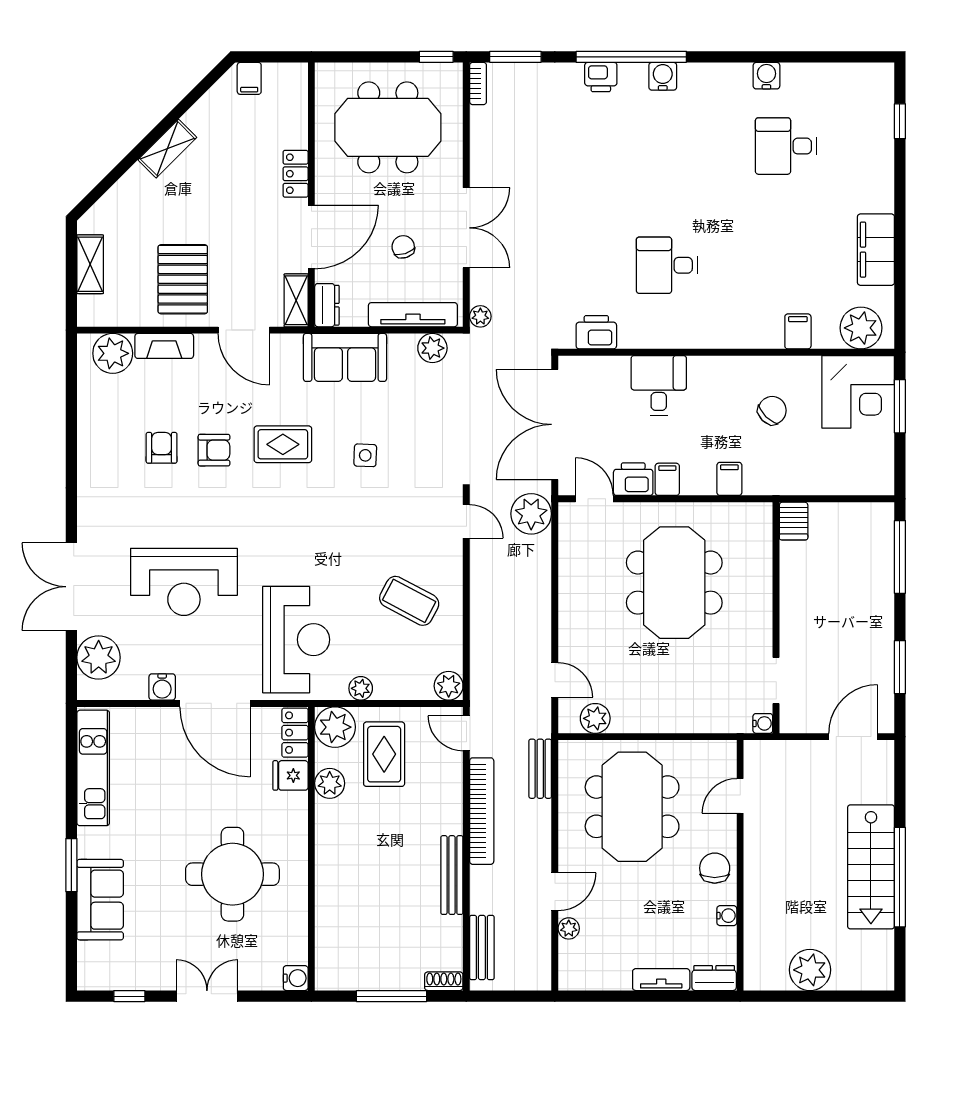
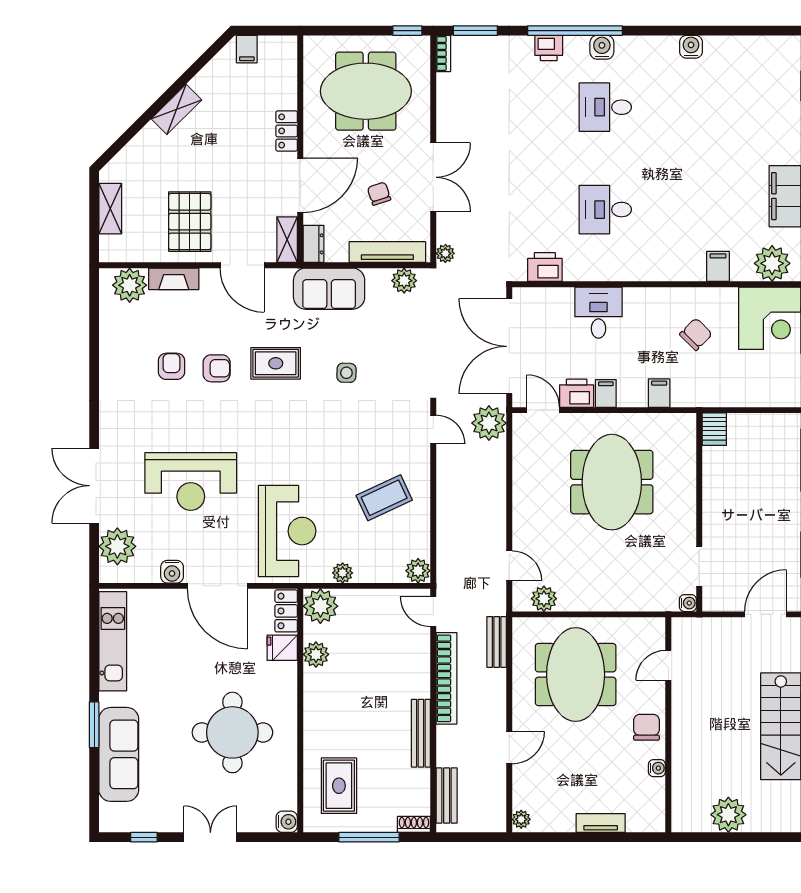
desk: (786, 146) -> (605, 107), moved
coffee table: (409, 601) -> (384, 498), turned -53
rug: (384, 754) -> (339, 786), moved
sofa: (100, 900) -> (119, 754), width x1.36
plant: (569, 928) -> (521, 819), moved
dresser: (714, 978) -> (646, 822), removed

